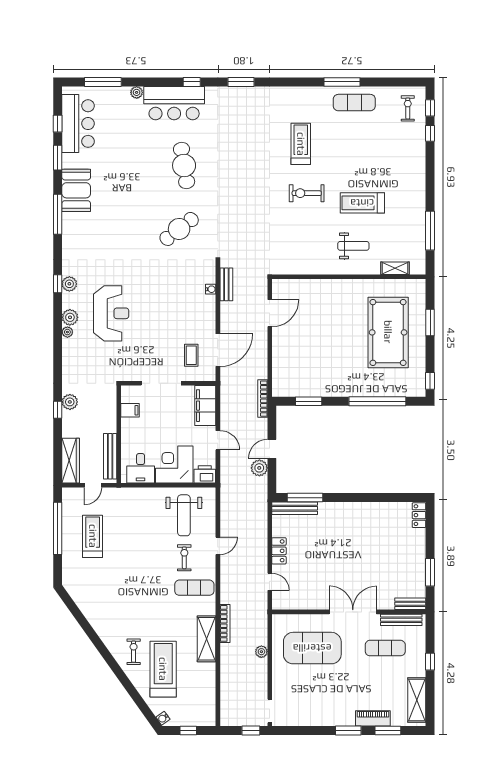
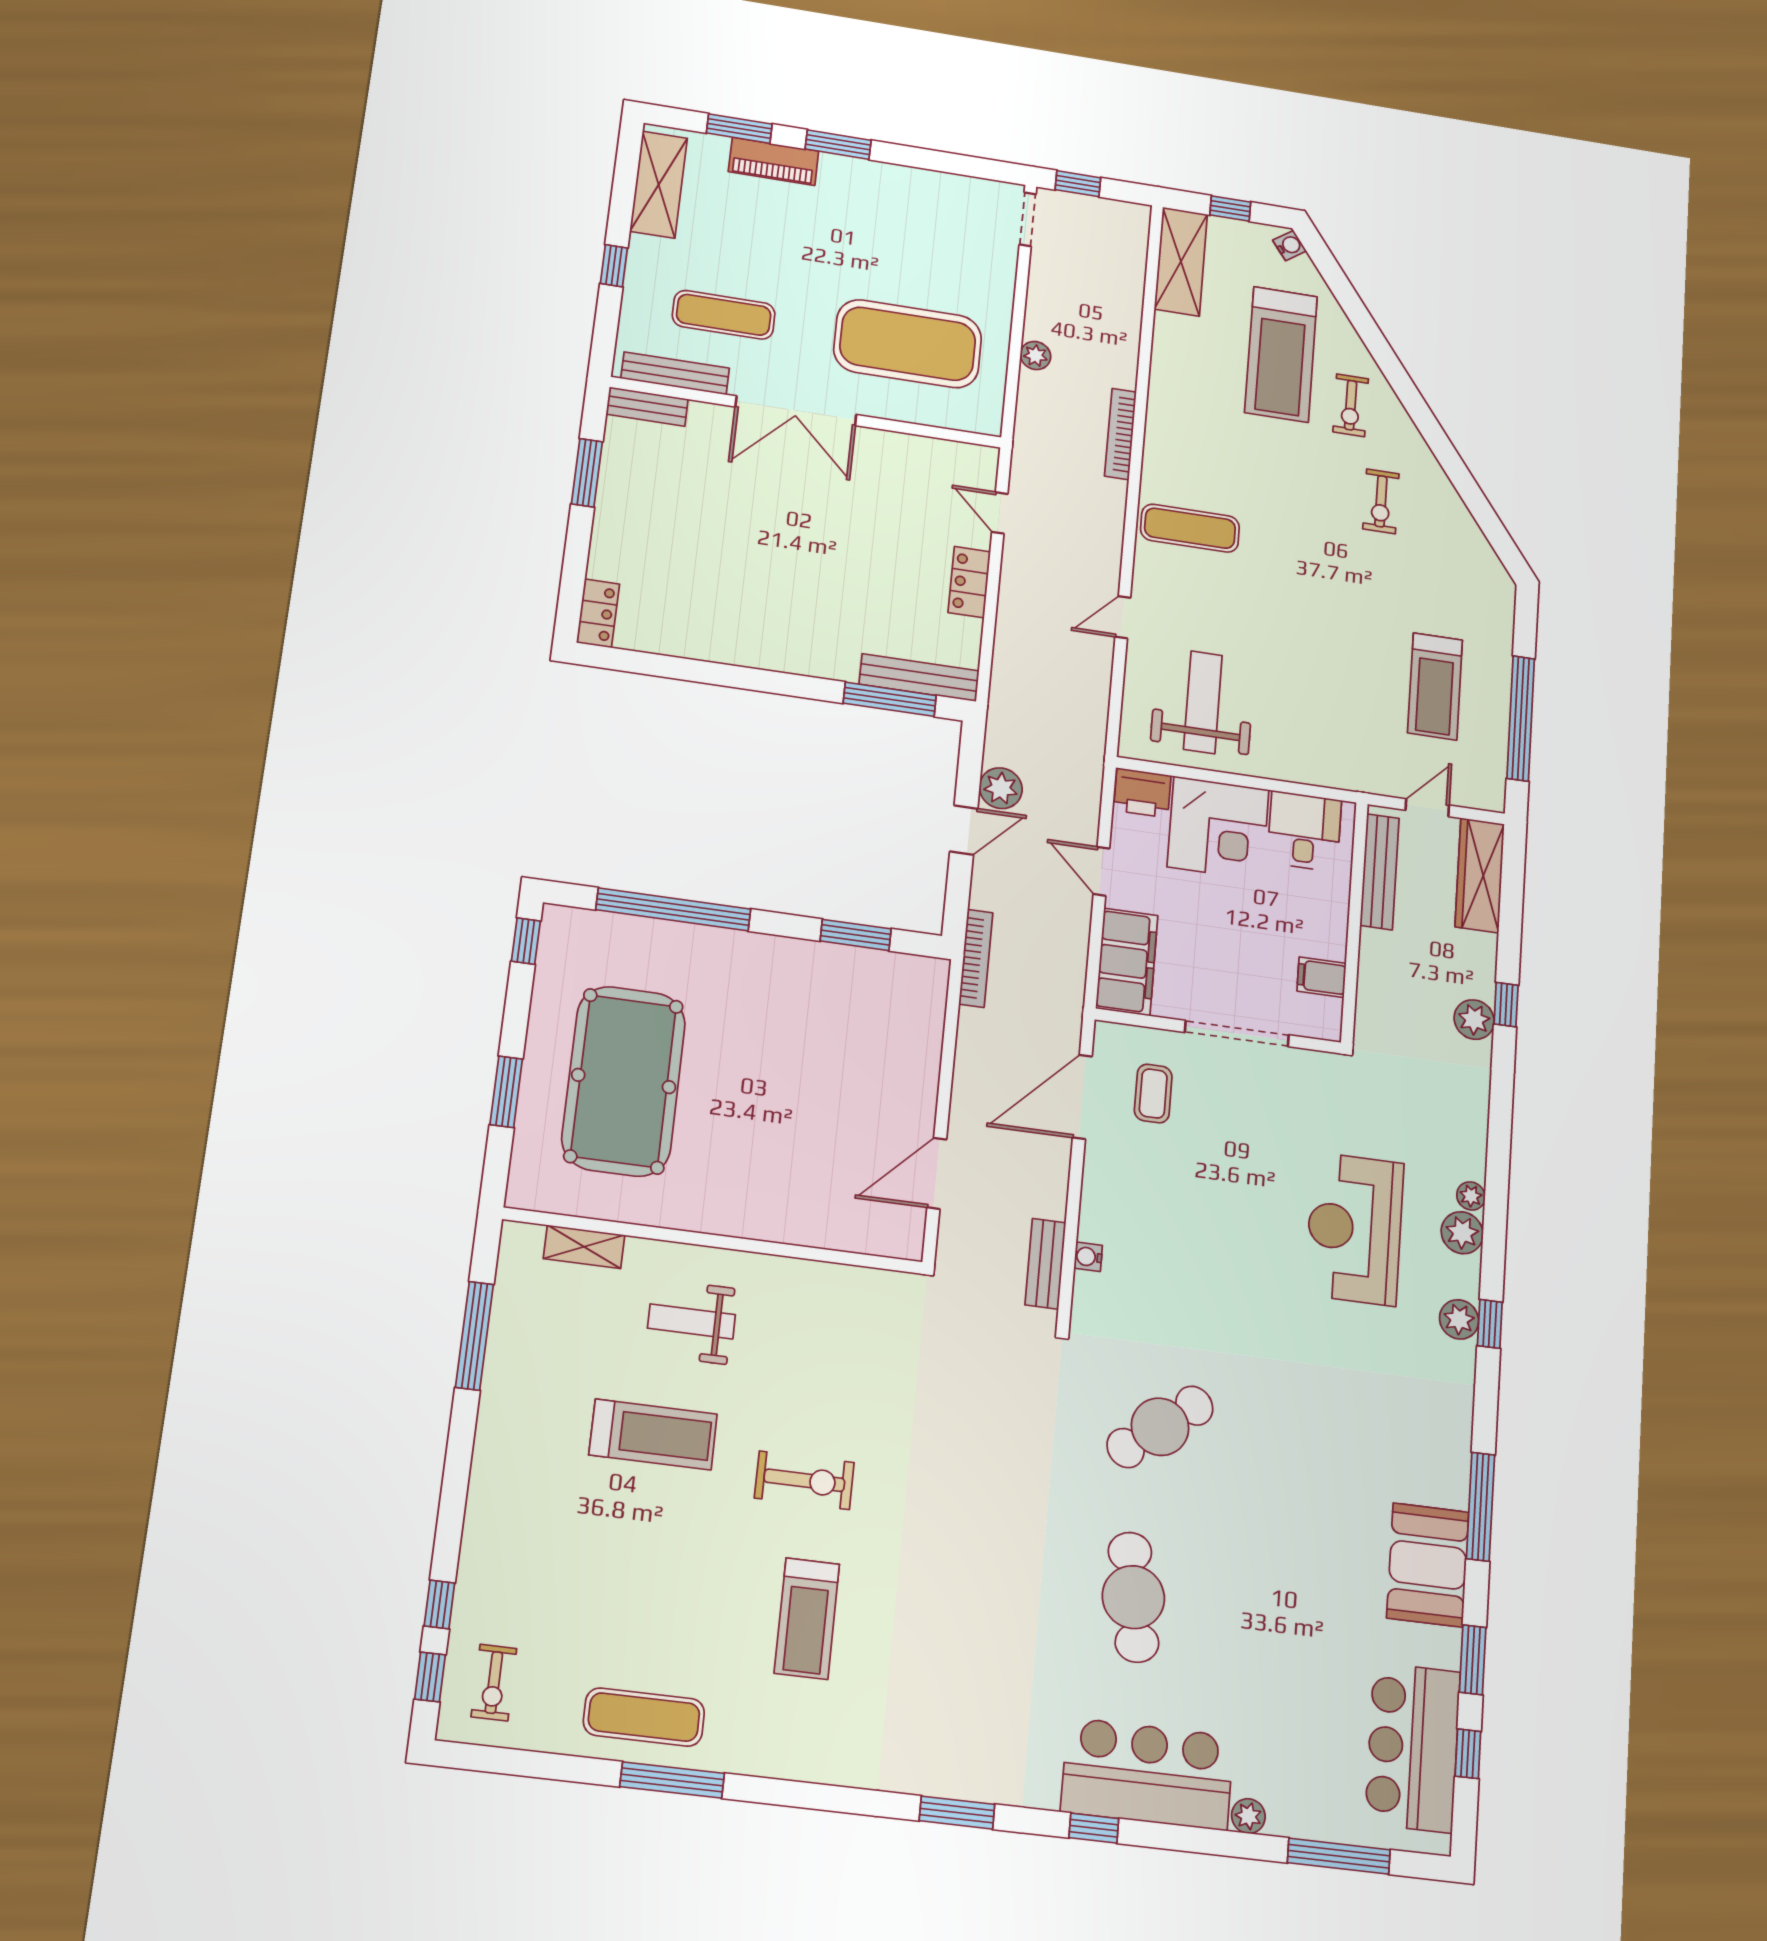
exercise bike: (184, 558) -> (1381, 501), moved
shelving: (207, 639) -> (1181, 262), moved

